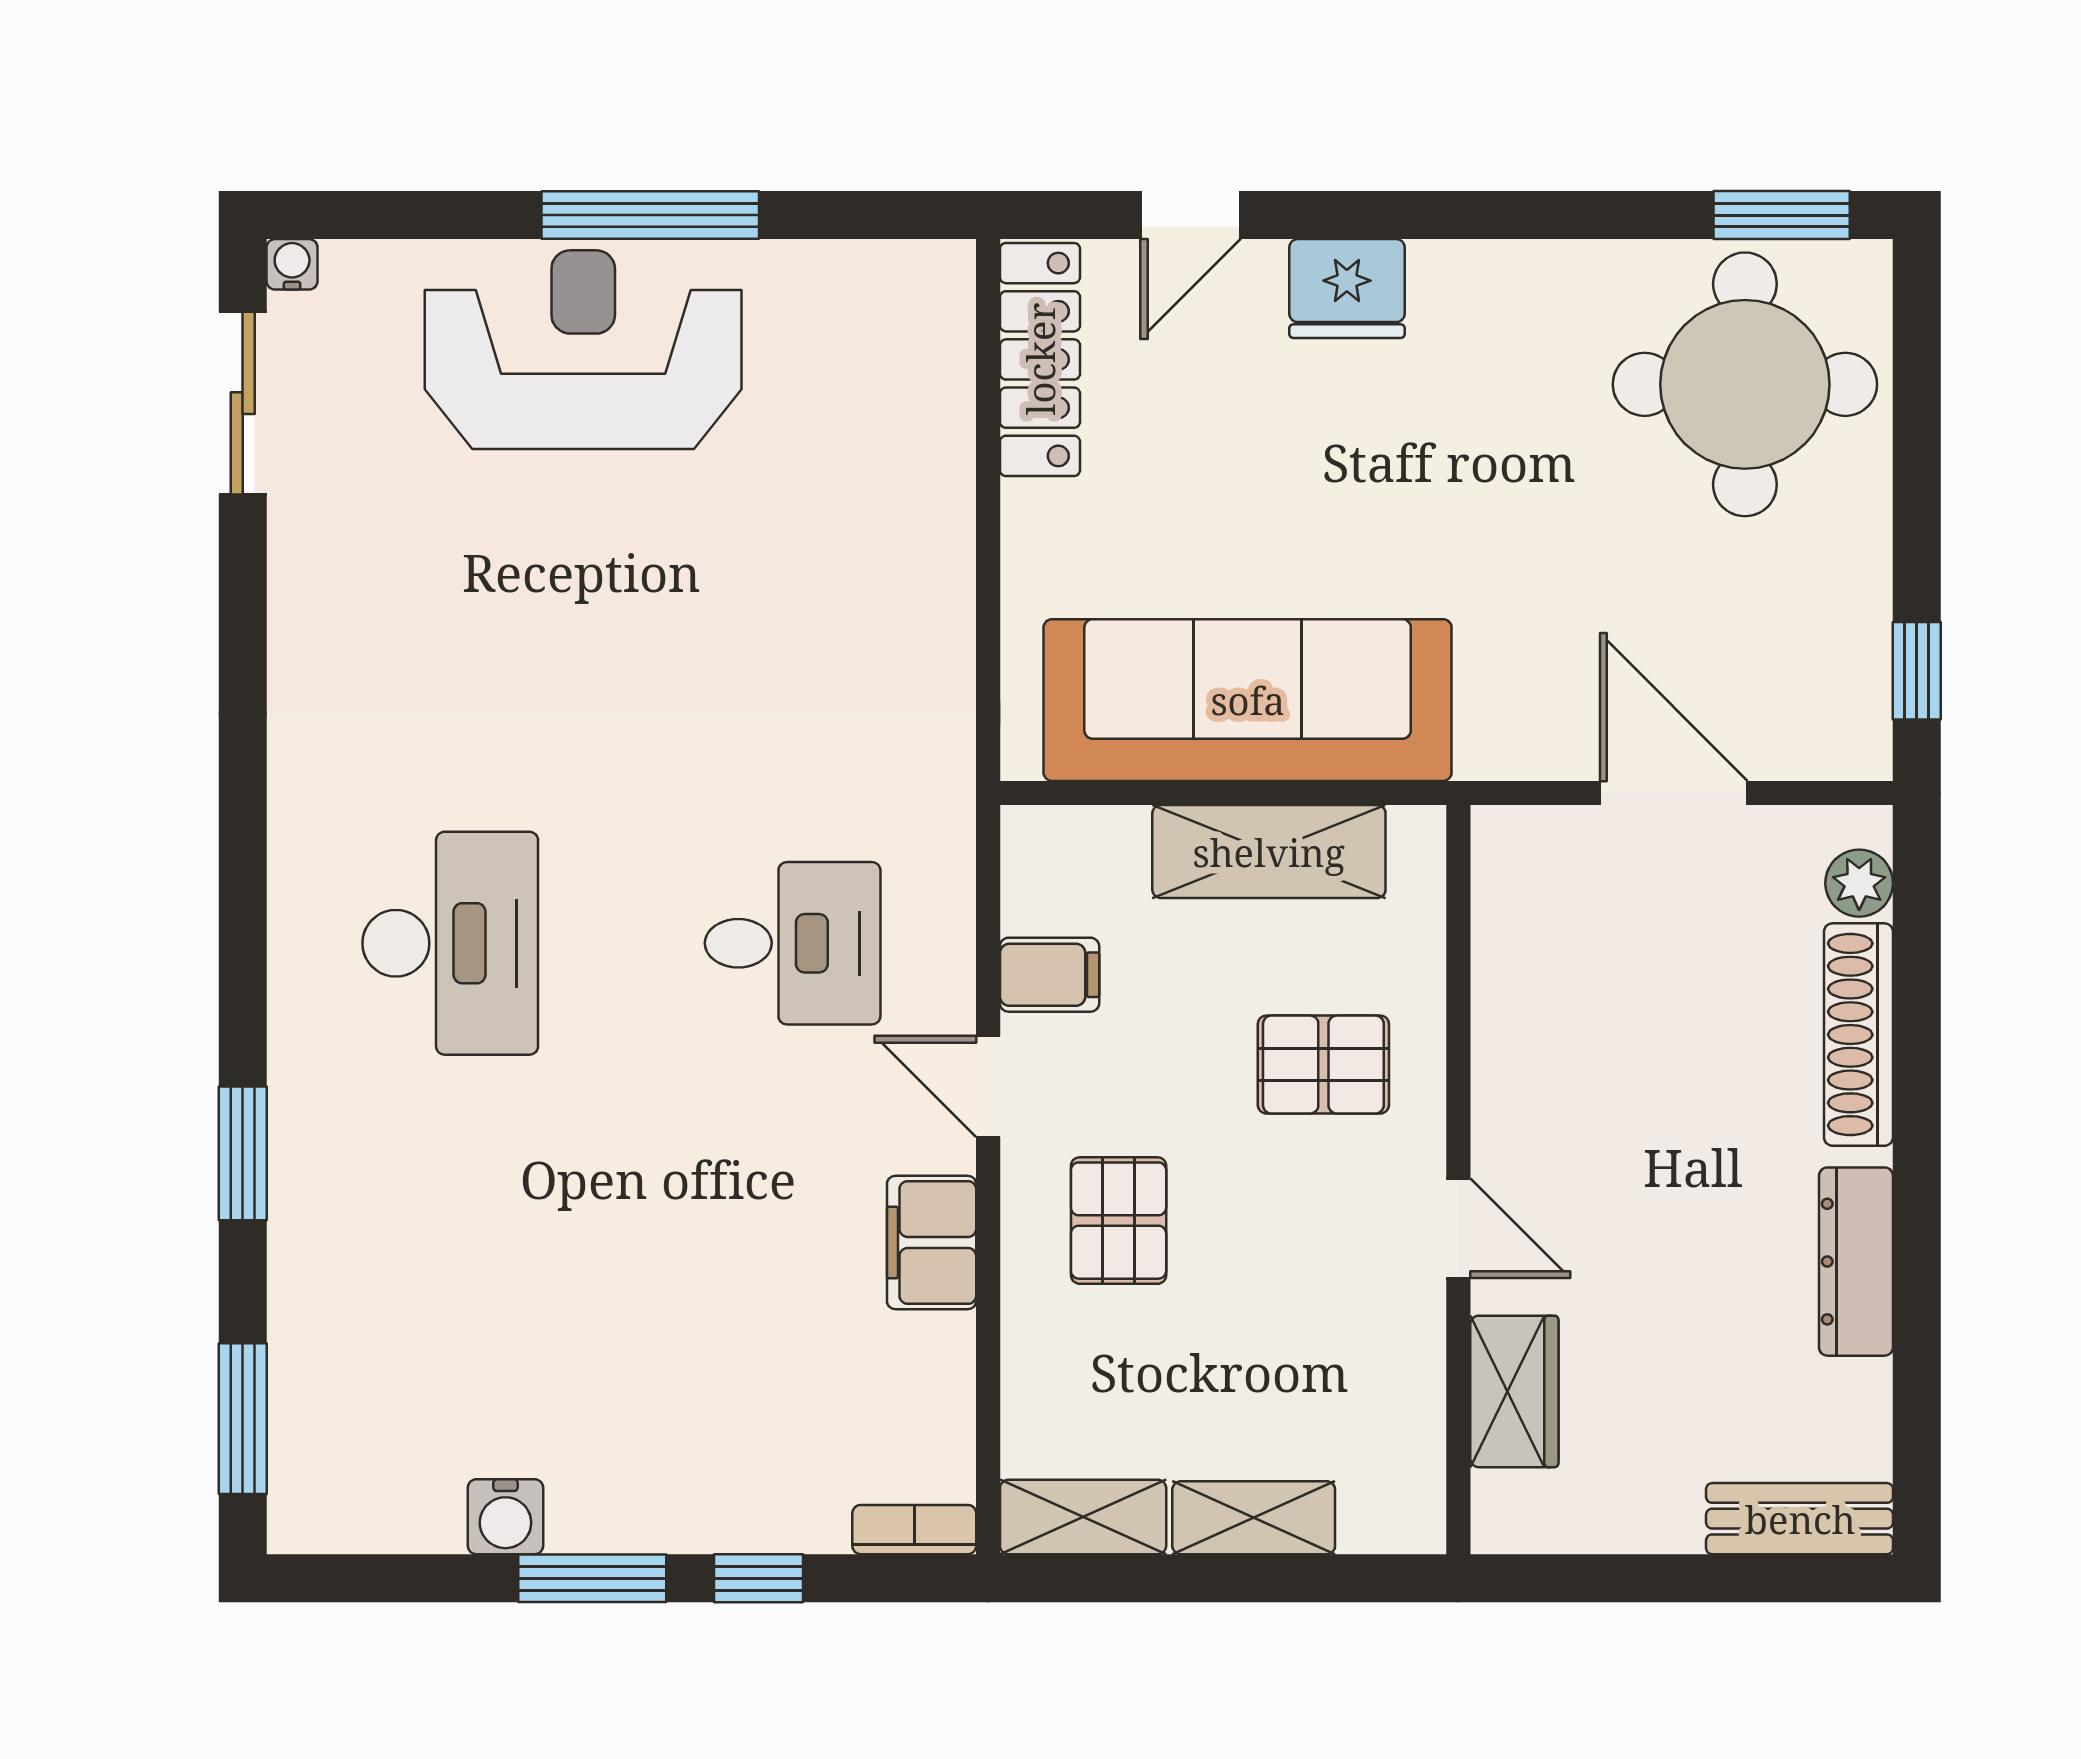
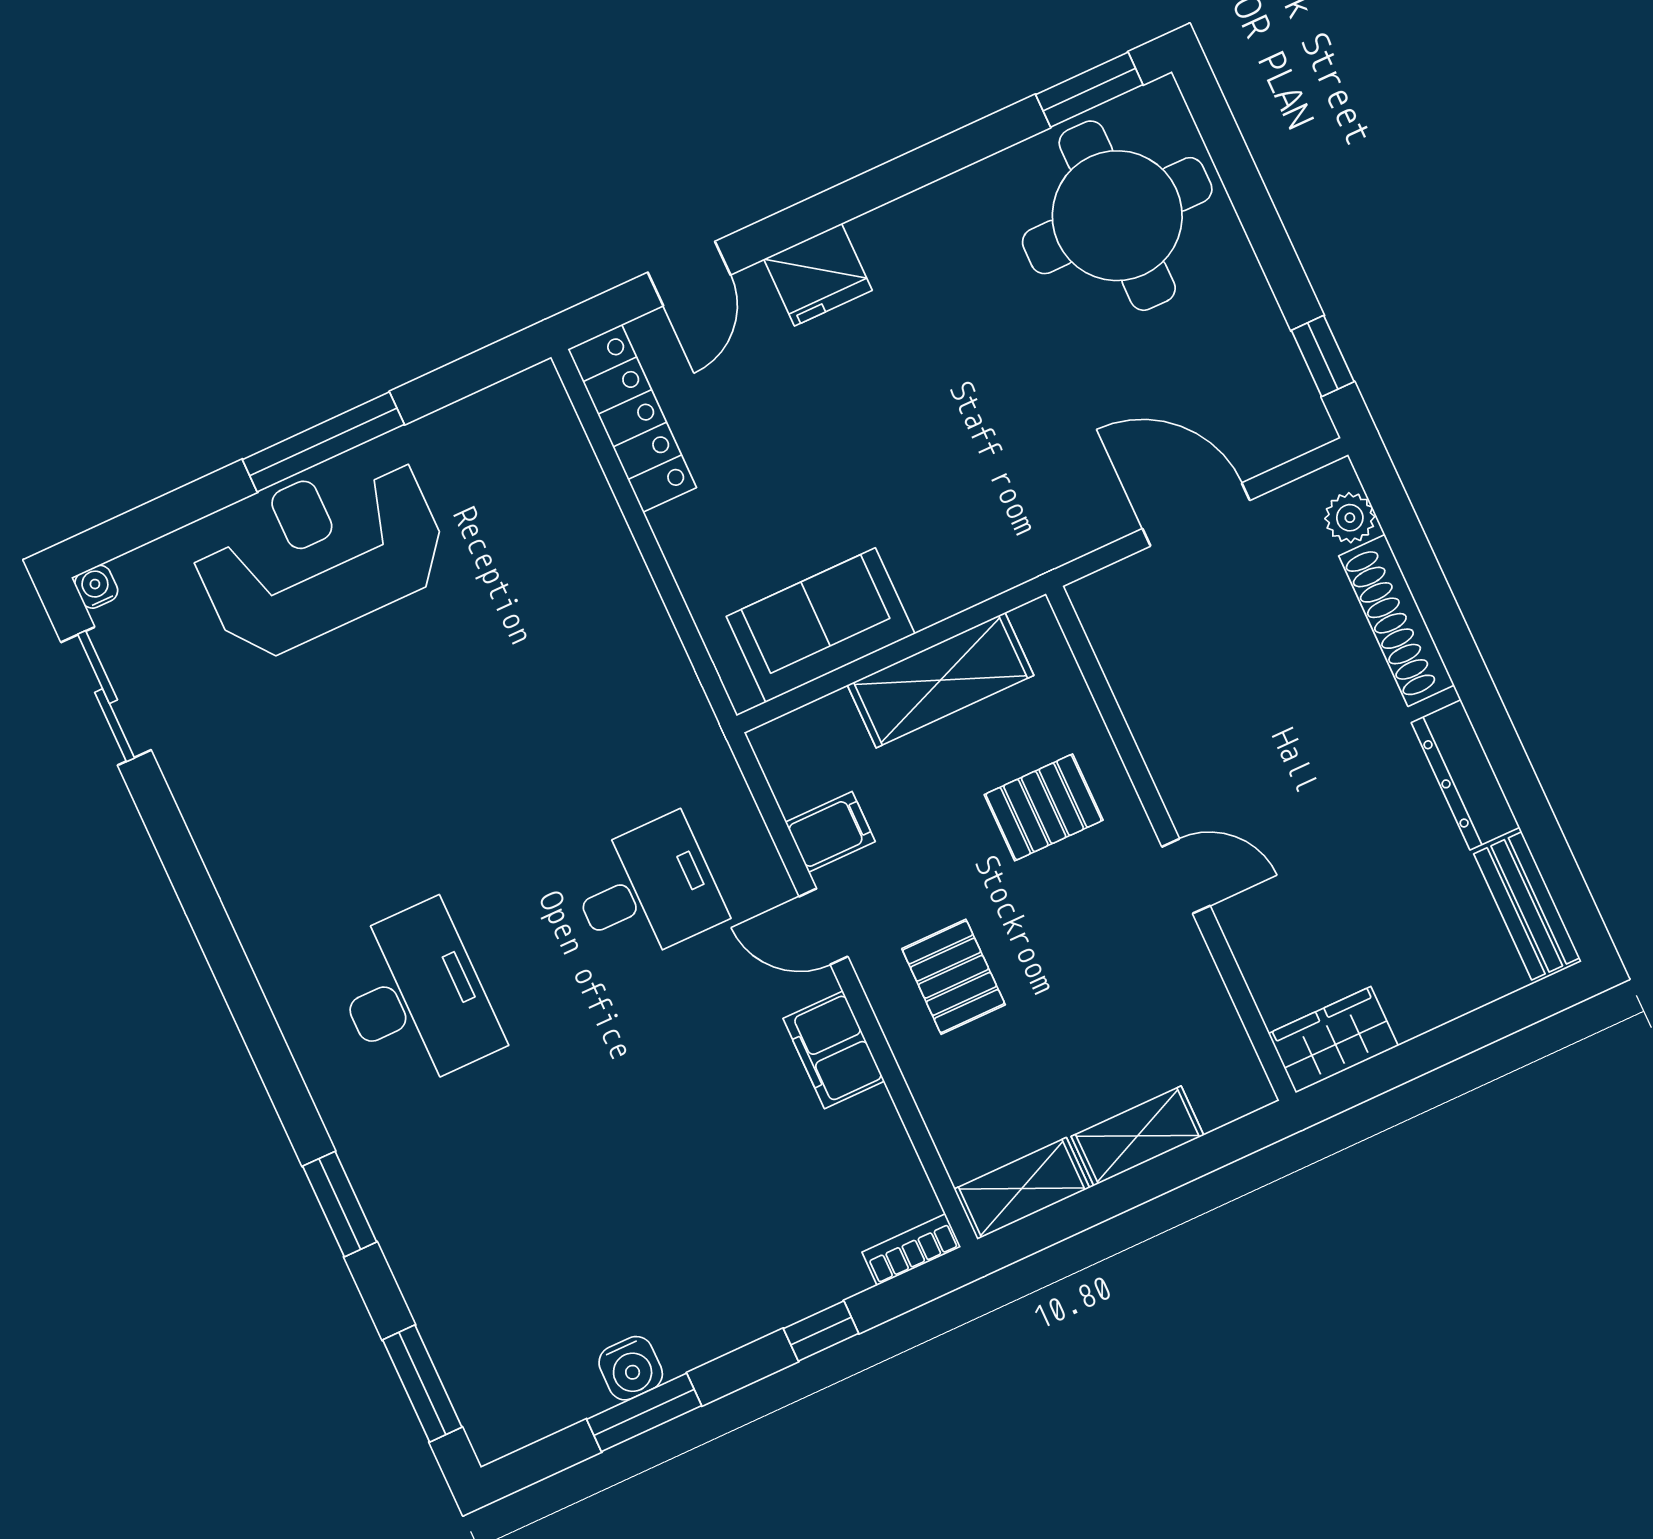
sofa: (1248, 700) -> (821, 625), width x0.54, depth x0.79
wardrobe: (1514, 1391) -> (1333, 1040), moved, turned -90
bench: (1800, 1519) -> (1527, 906), moved, turned 90
window: (592, 1578) -> (644, 1412), moved

